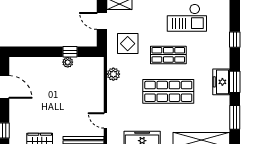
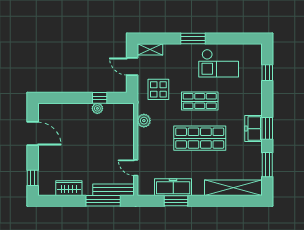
window: (235, 40) -> (267, 73), moved

